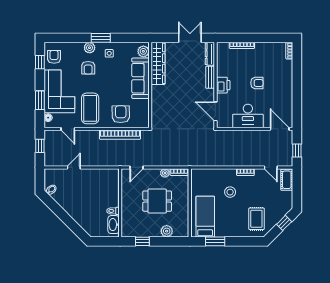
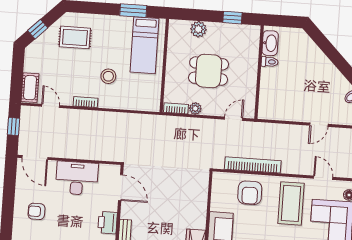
armchair: (257, 83) -> (36, 211), moved
rug: (256, 219) -> (75, 37), turned 90

